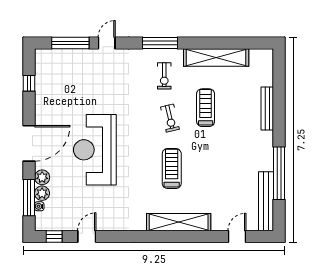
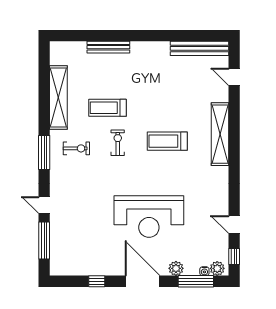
window: (29, 83) -> (97, 281), moved
exercise bike: (170, 118) -> (118, 143), turned -77
window: (279, 173) -> (172, 36), removed
plant: (42, 193) -> (217, 268), moved

